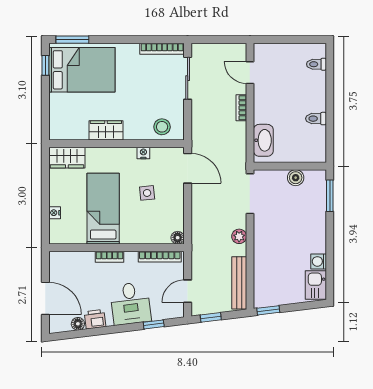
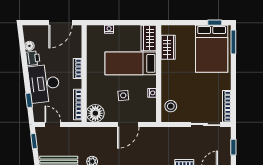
window: (219, 40) -> (233, 147), added
wardrobe: (106, 130) -> (168, 47), moved
door: (188, 168) -> (128, 125), moved
bed: (103, 209) -> (131, 63), moved, turned 180
floor lamp: (178, 238) -> (95, 113), width x1.89, depth x1.89
door: (45, 298) -> (60, 23), moved
desk: (130, 303) -> (44, 84), width x1.37

